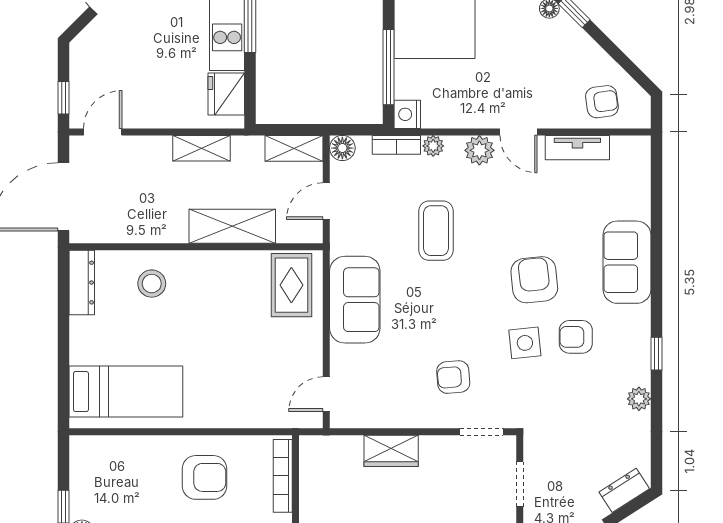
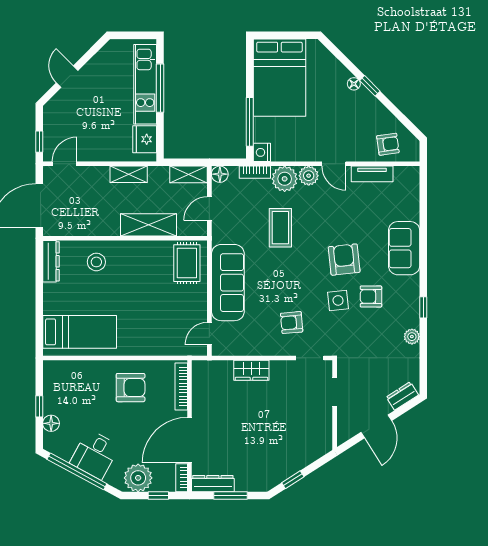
plant: (433, 146) -> (285, 179), width x1.88, depth x1.88
sofa: (355, 300) -> (228, 283), width x1.36

